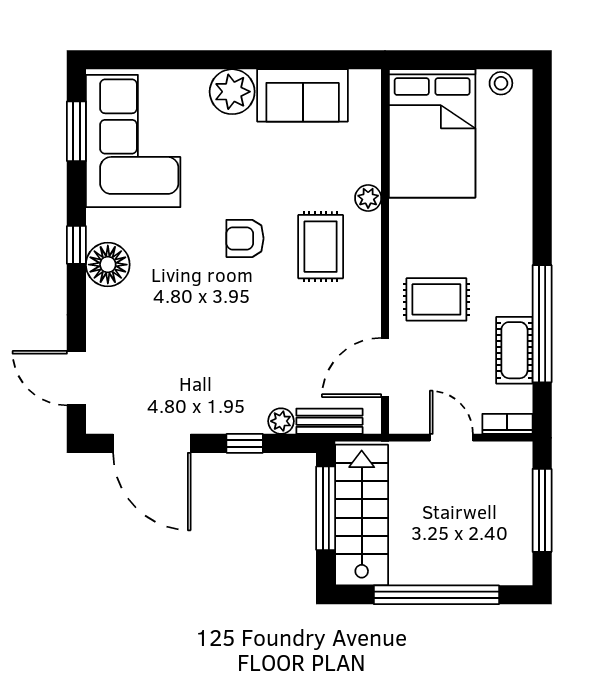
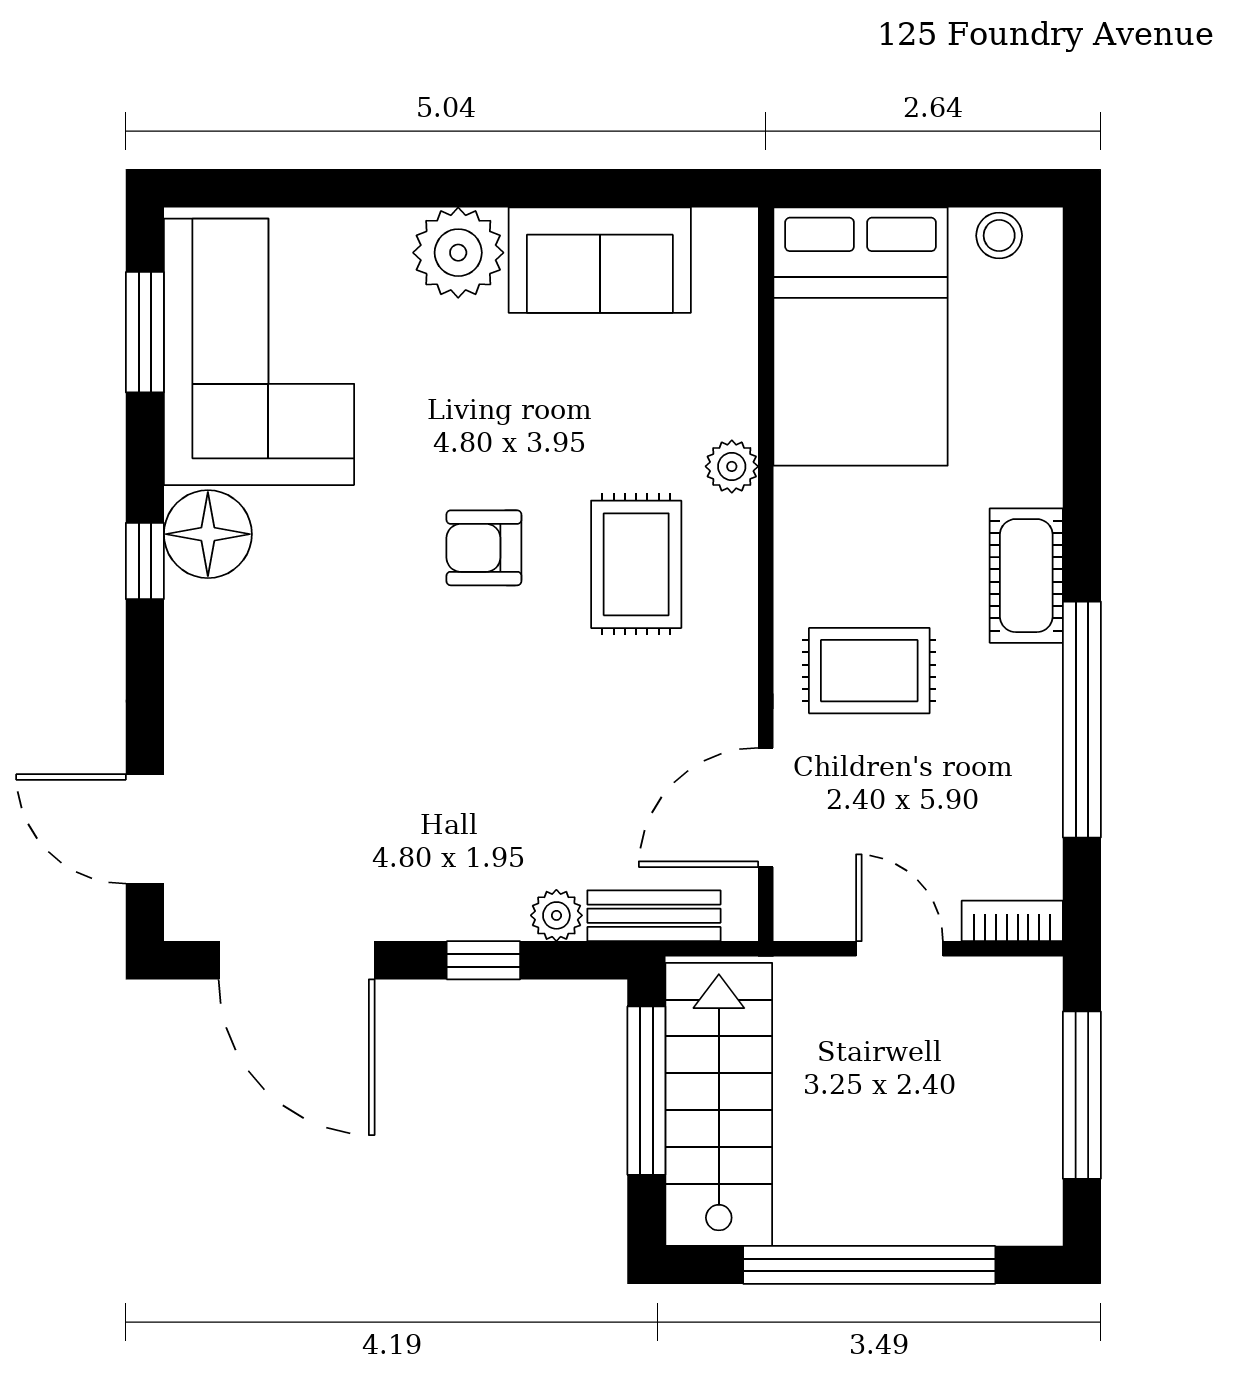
floor lamp: (108, 265) -> (208, 534), moved
cot: (514, 350) -> (1026, 576), moved

